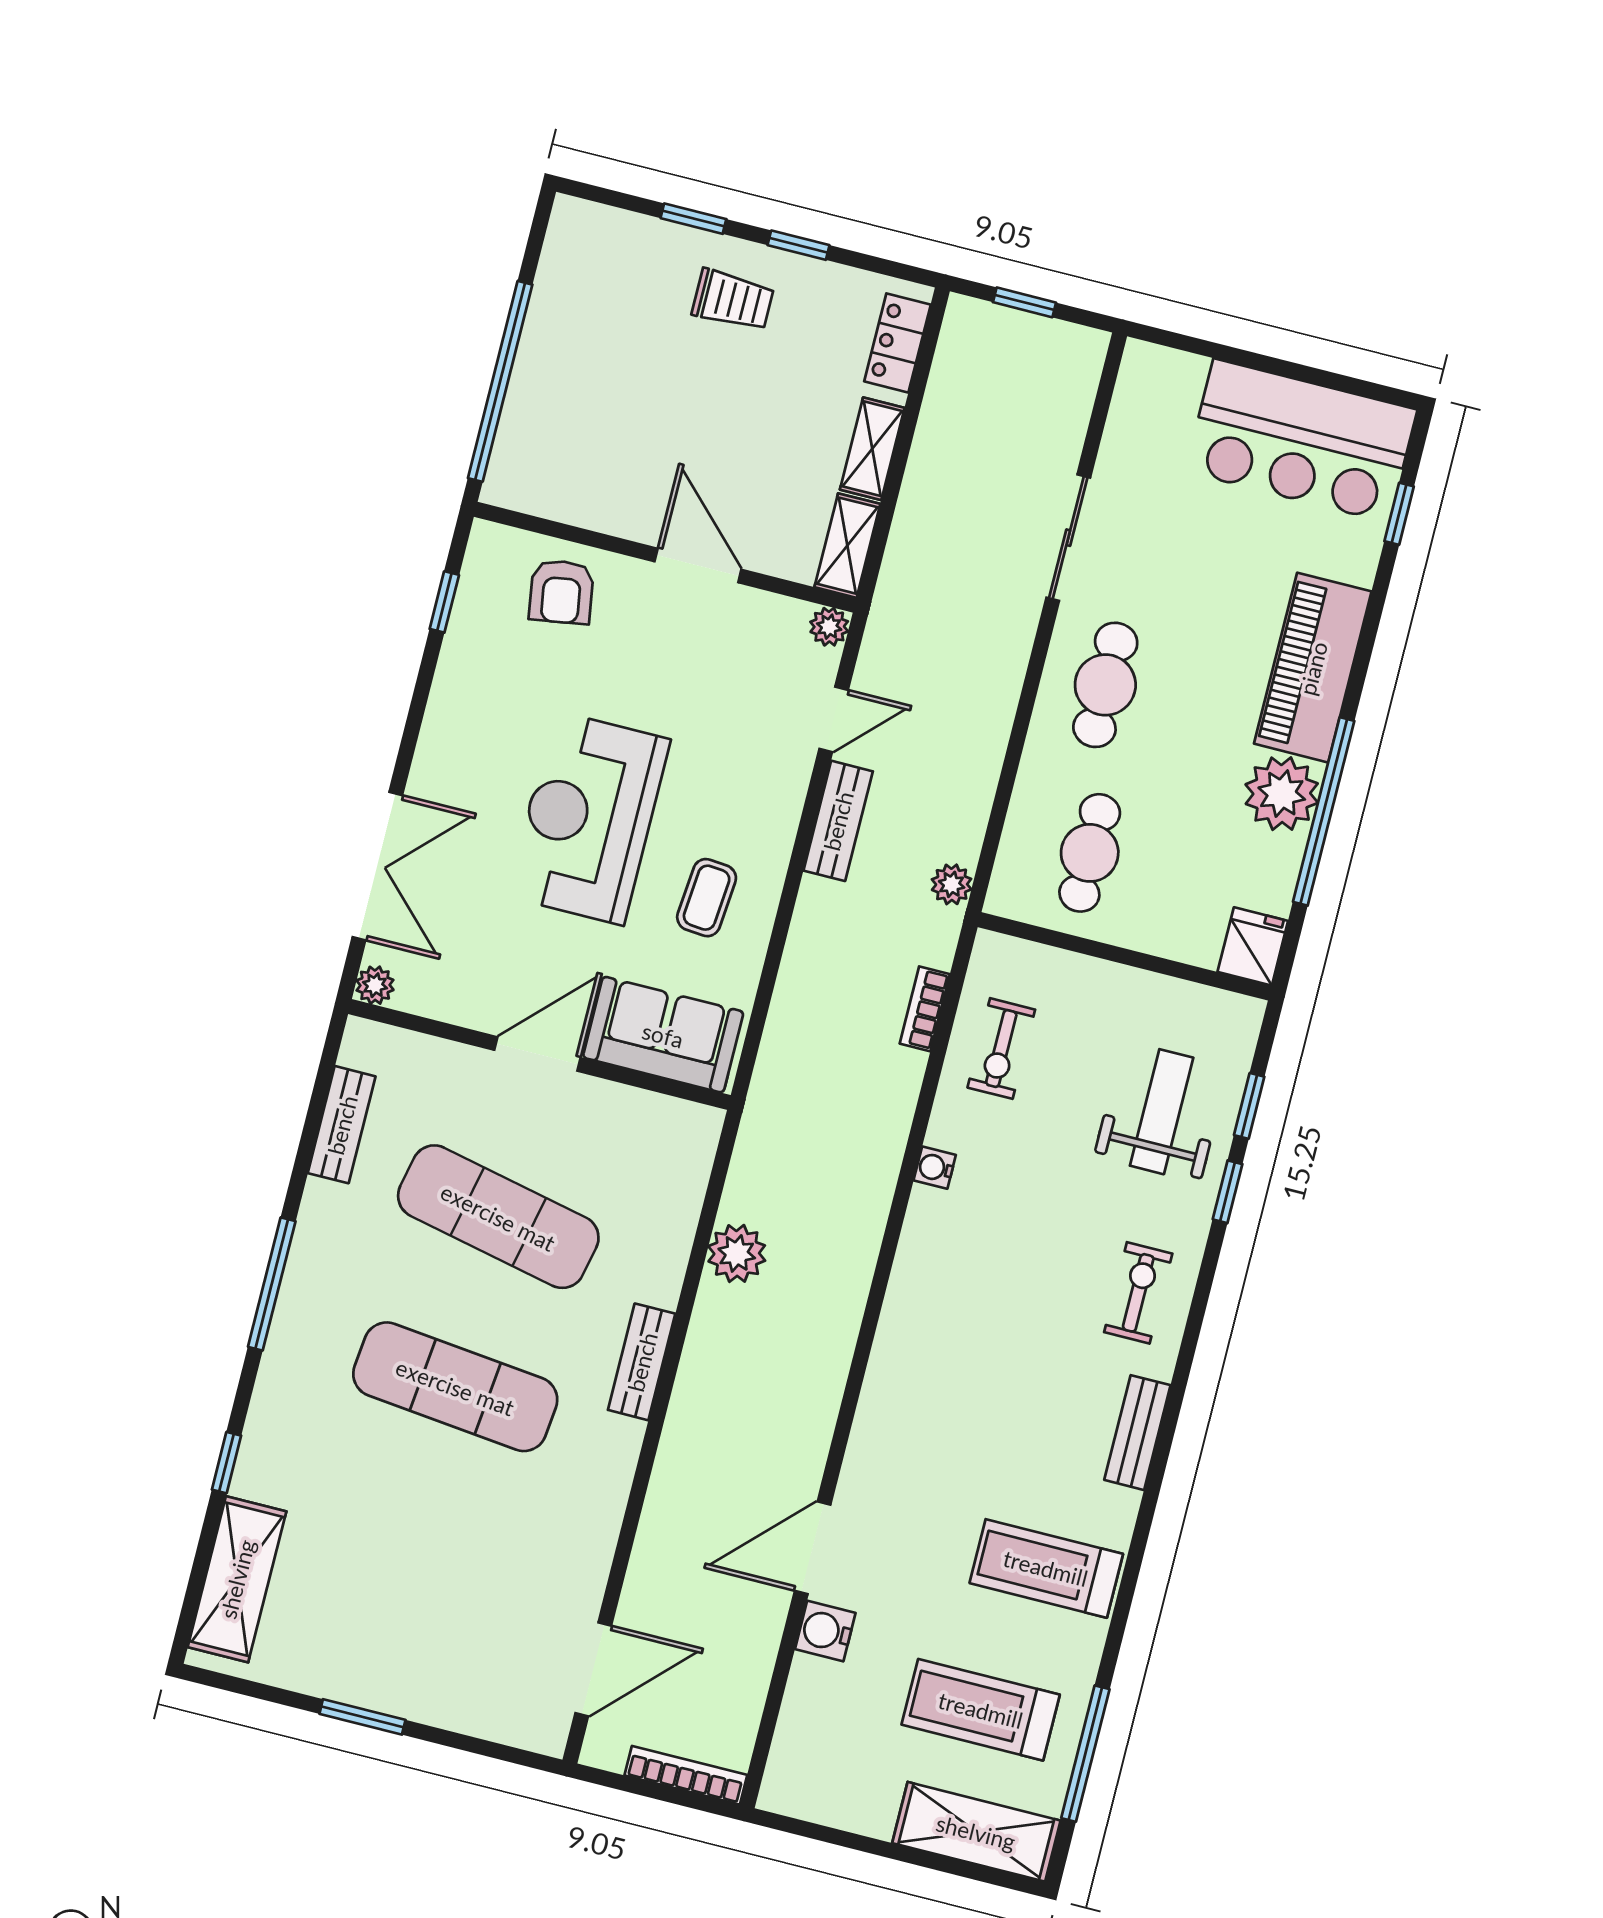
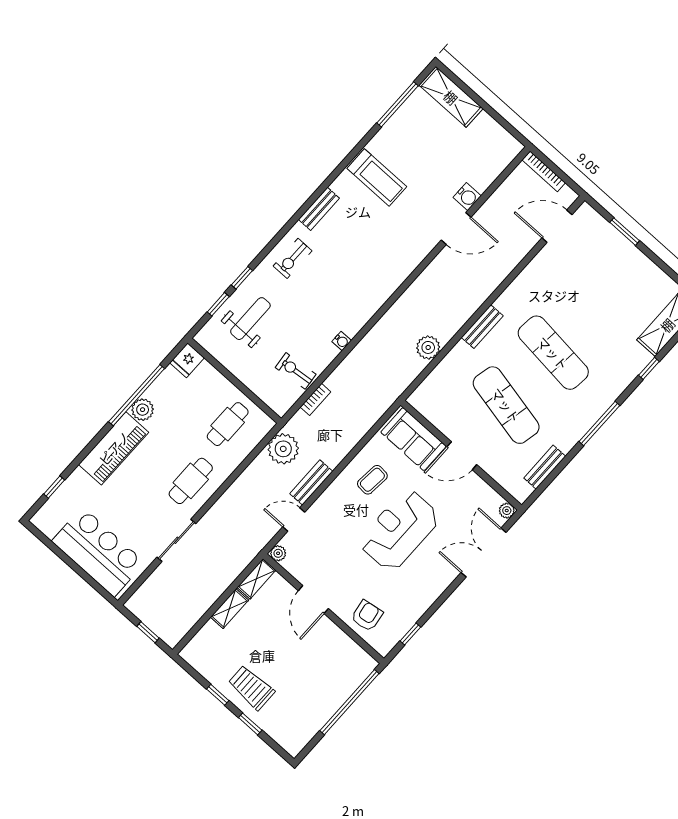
trolley: (733, 300) -> (251, 688), width x1.36, depth x1.39
locker: (897, 343) -> (201, 642), removed
bar counter: (1301, 441) -> (98, 552), moved
plant: (1282, 794) -> (143, 410), width x0.73, depth x0.73
reception desk: (589, 818) -> (399, 530), turned 180
plant: (952, 884) -> (283, 449), width x1.88, depth x1.88
exercise bike: (1001, 1049) -> (296, 371), turned -96
weight bench: (1162, 1112) -> (250, 319), turned 180
treadmill: (981, 1710) -> (427, 140), removed
window: (362, 1717) -> (625, 232), moved

